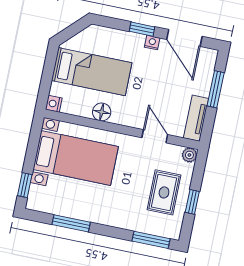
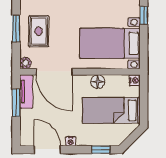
window: (142, 29) -> (101, 150), moved
window: (216, 89) -> (16, 103), moved
door: (155, 136) -> (54, 72), width x1.87
window: (192, 202) -> (16, 29), width x1.50

